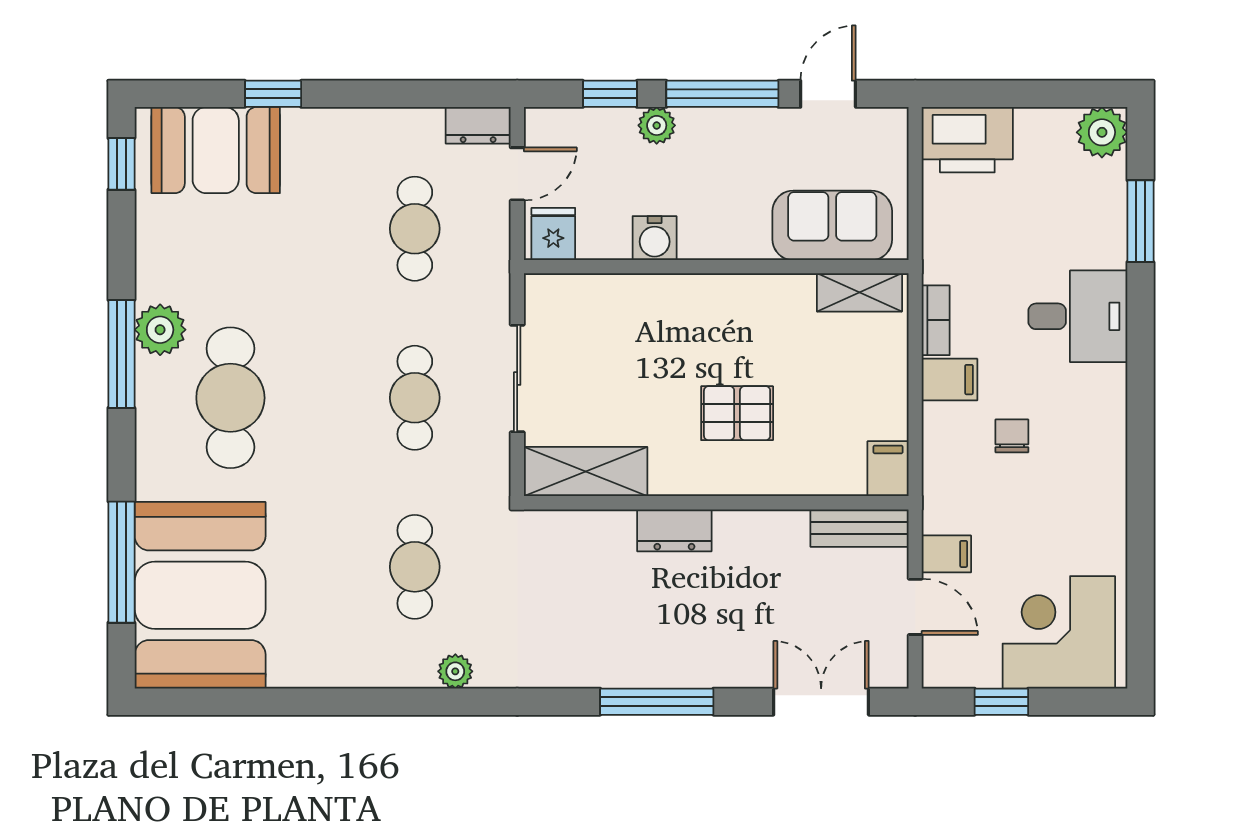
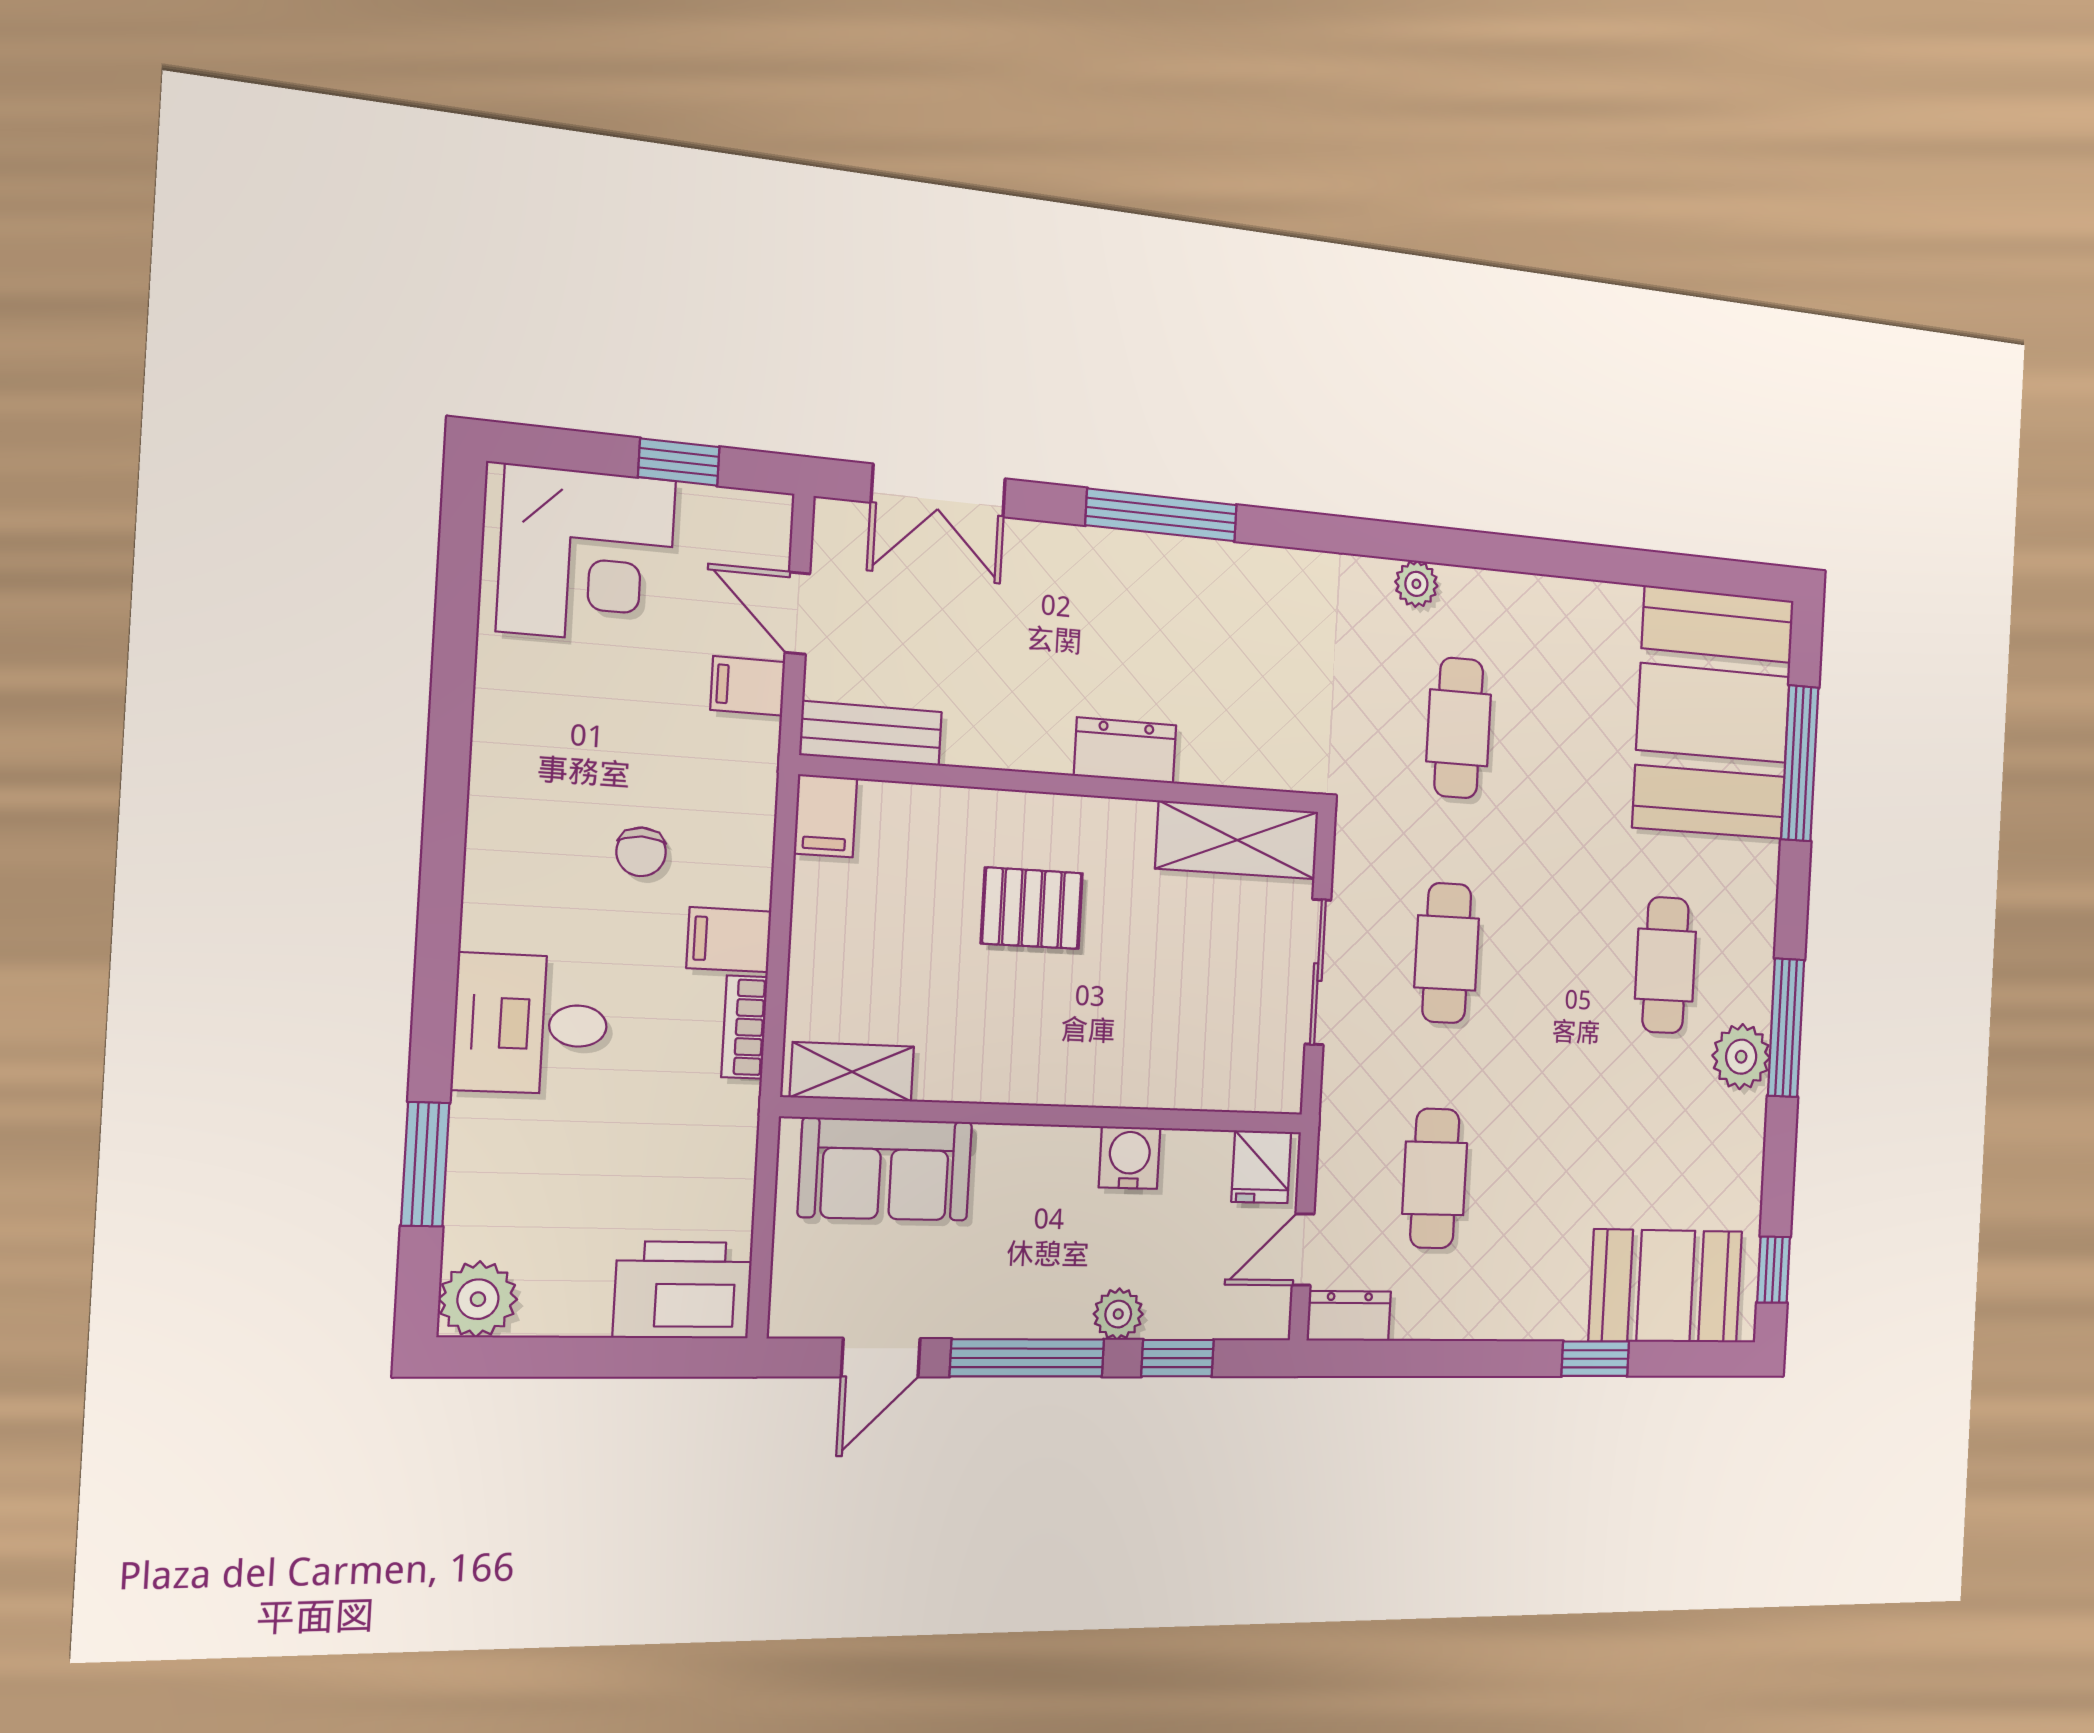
cafe table: (230, 398) -> (1665, 965), width x0.73, depth x0.74

